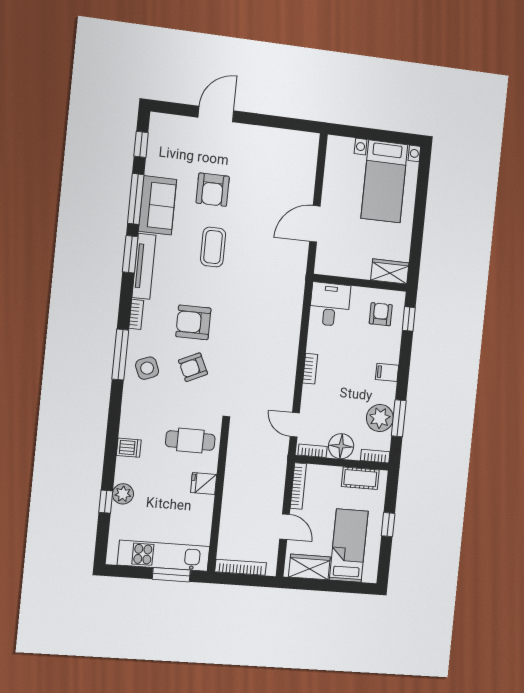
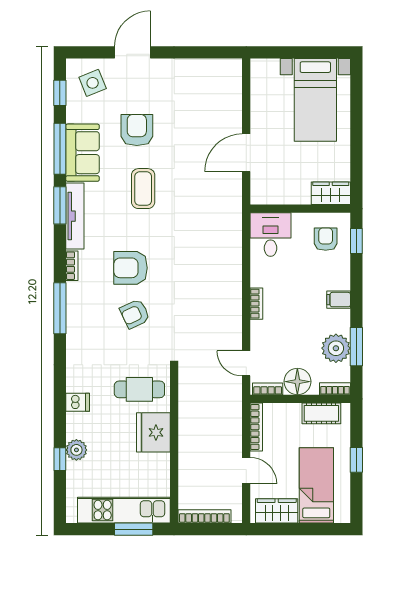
armchair: (213, 190) -> (137, 130), turned 180
side table: (147, 368) -> (93, 83), moved
fridge: (204, 483) -> (153, 432), width x1.88, depth x1.34

